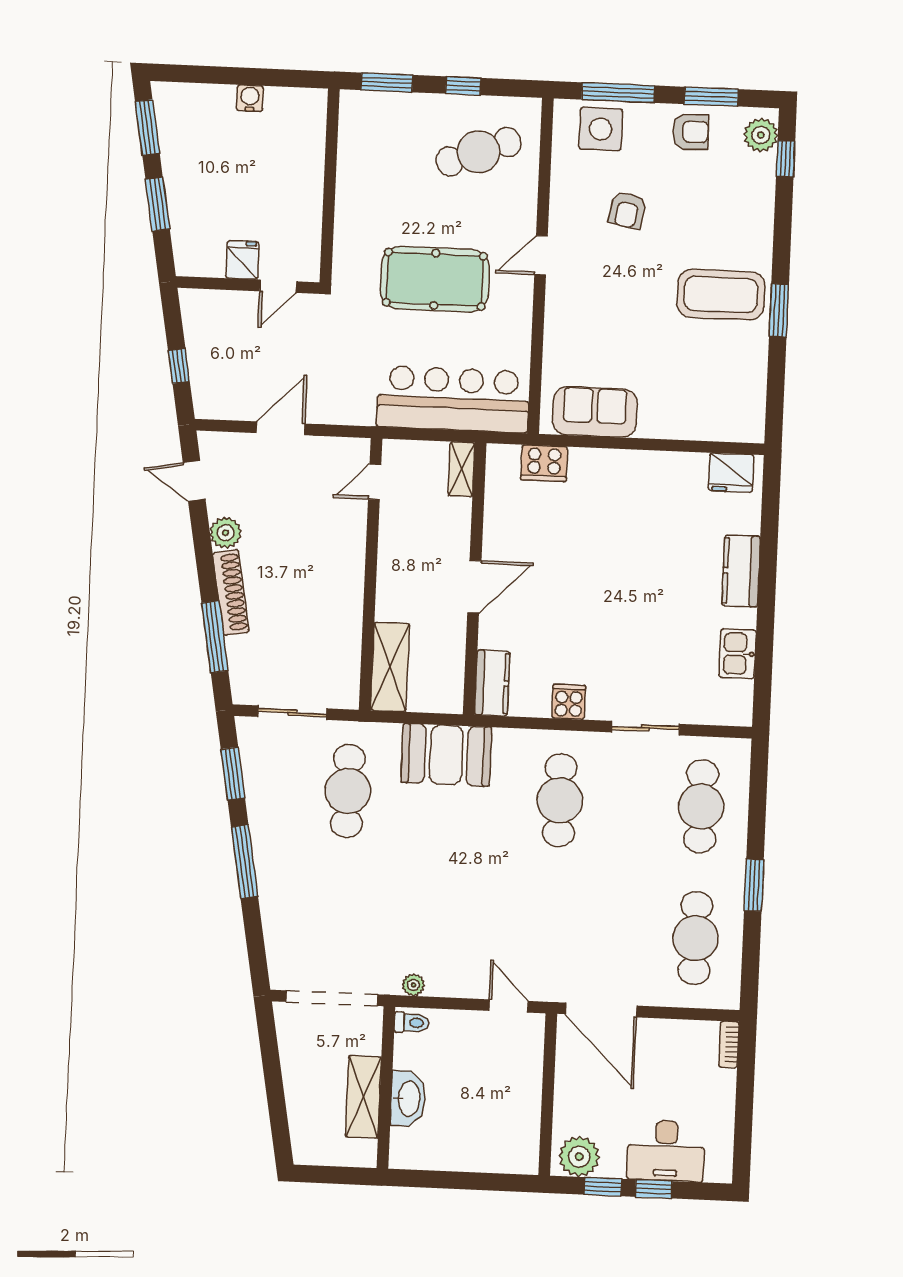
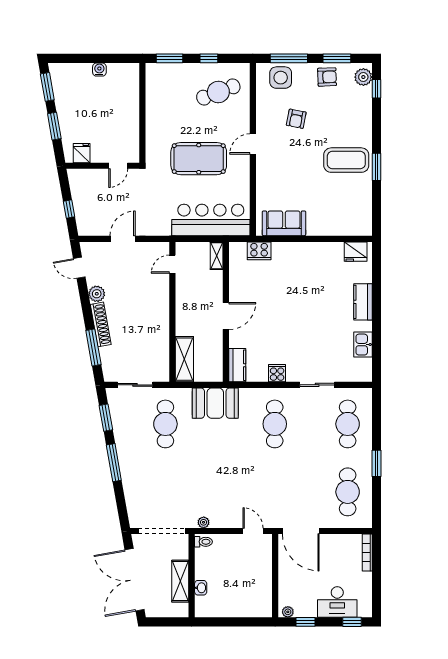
fridge: (242, 260) -> (82, 153), moved
bookcase: (729, 1045) -> (367, 553), width x1.56
double door: (275, 1090) -> (135, 580), added
washbasin: (408, 1099) -> (201, 588), width x0.52, depth x0.69
plant: (579, 1157) -> (288, 612), width x0.53, depth x0.53
window: (654, 1189) -> (352, 622), moved

